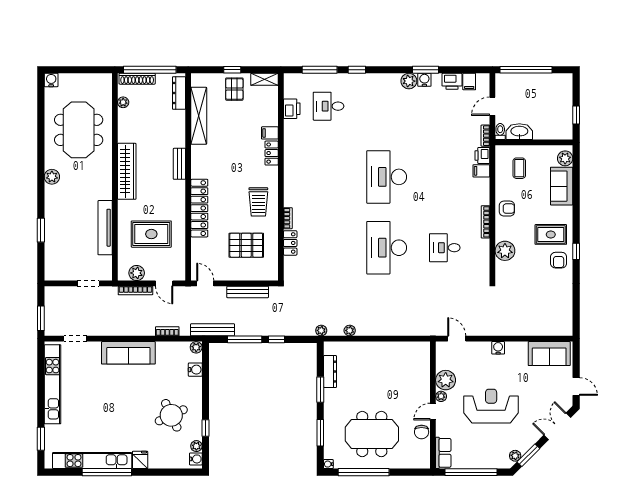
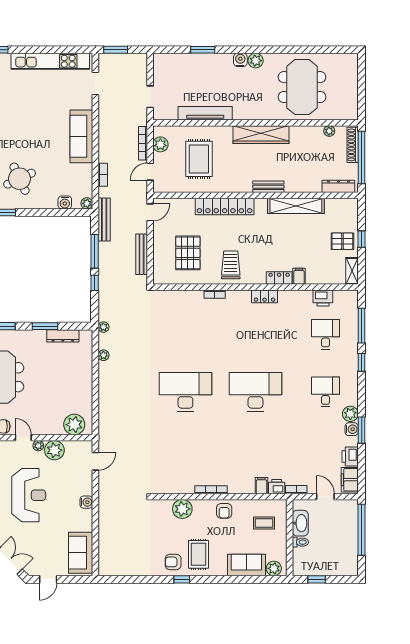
water cooler: (51, 80) -> (240, 60), moved, turned -90
filing cabinet: (469, 82) -> (350, 480), width x2.00
shelving: (199, 116) -> (296, 206), moved
meeting table: (79, 130) -> (302, 87), turned 90
toilet: (500, 131) -> (300, 542), moved
trolley: (258, 202) -> (231, 265), turned 90
locker: (290, 243) -> (265, 296), moved
desk: (445, 248) -> (325, 392), moved
plant: (420, 360) -> (74, 425), added

